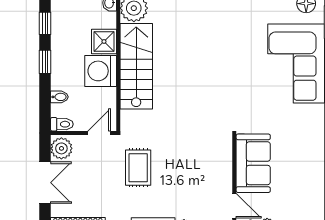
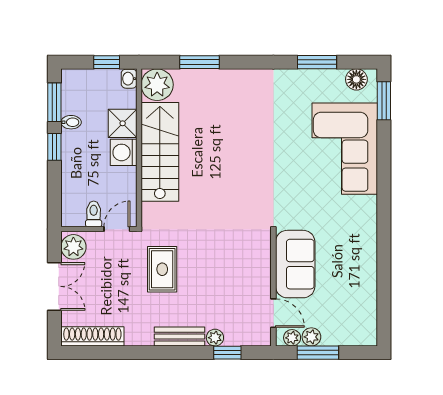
window: (45, 23) -> (54, 102), width x1.50
washing machine: (101, 71) -> (124, 152), width x0.73, depth x0.73
bidet: (59, 97) -> (71, 122), moved
toilet: (62, 124) -> (94, 214), moved, turned -90

